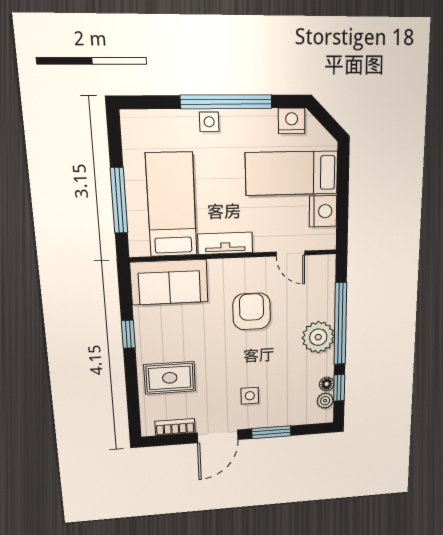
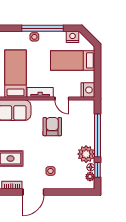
nightstand: (323, 211) -> (88, 90), moved
door: (291, 253) -> (62, 99), moved
plant: (318, 337) -> (86, 154), moved
window: (271, 432) -> (61, 192), removed

